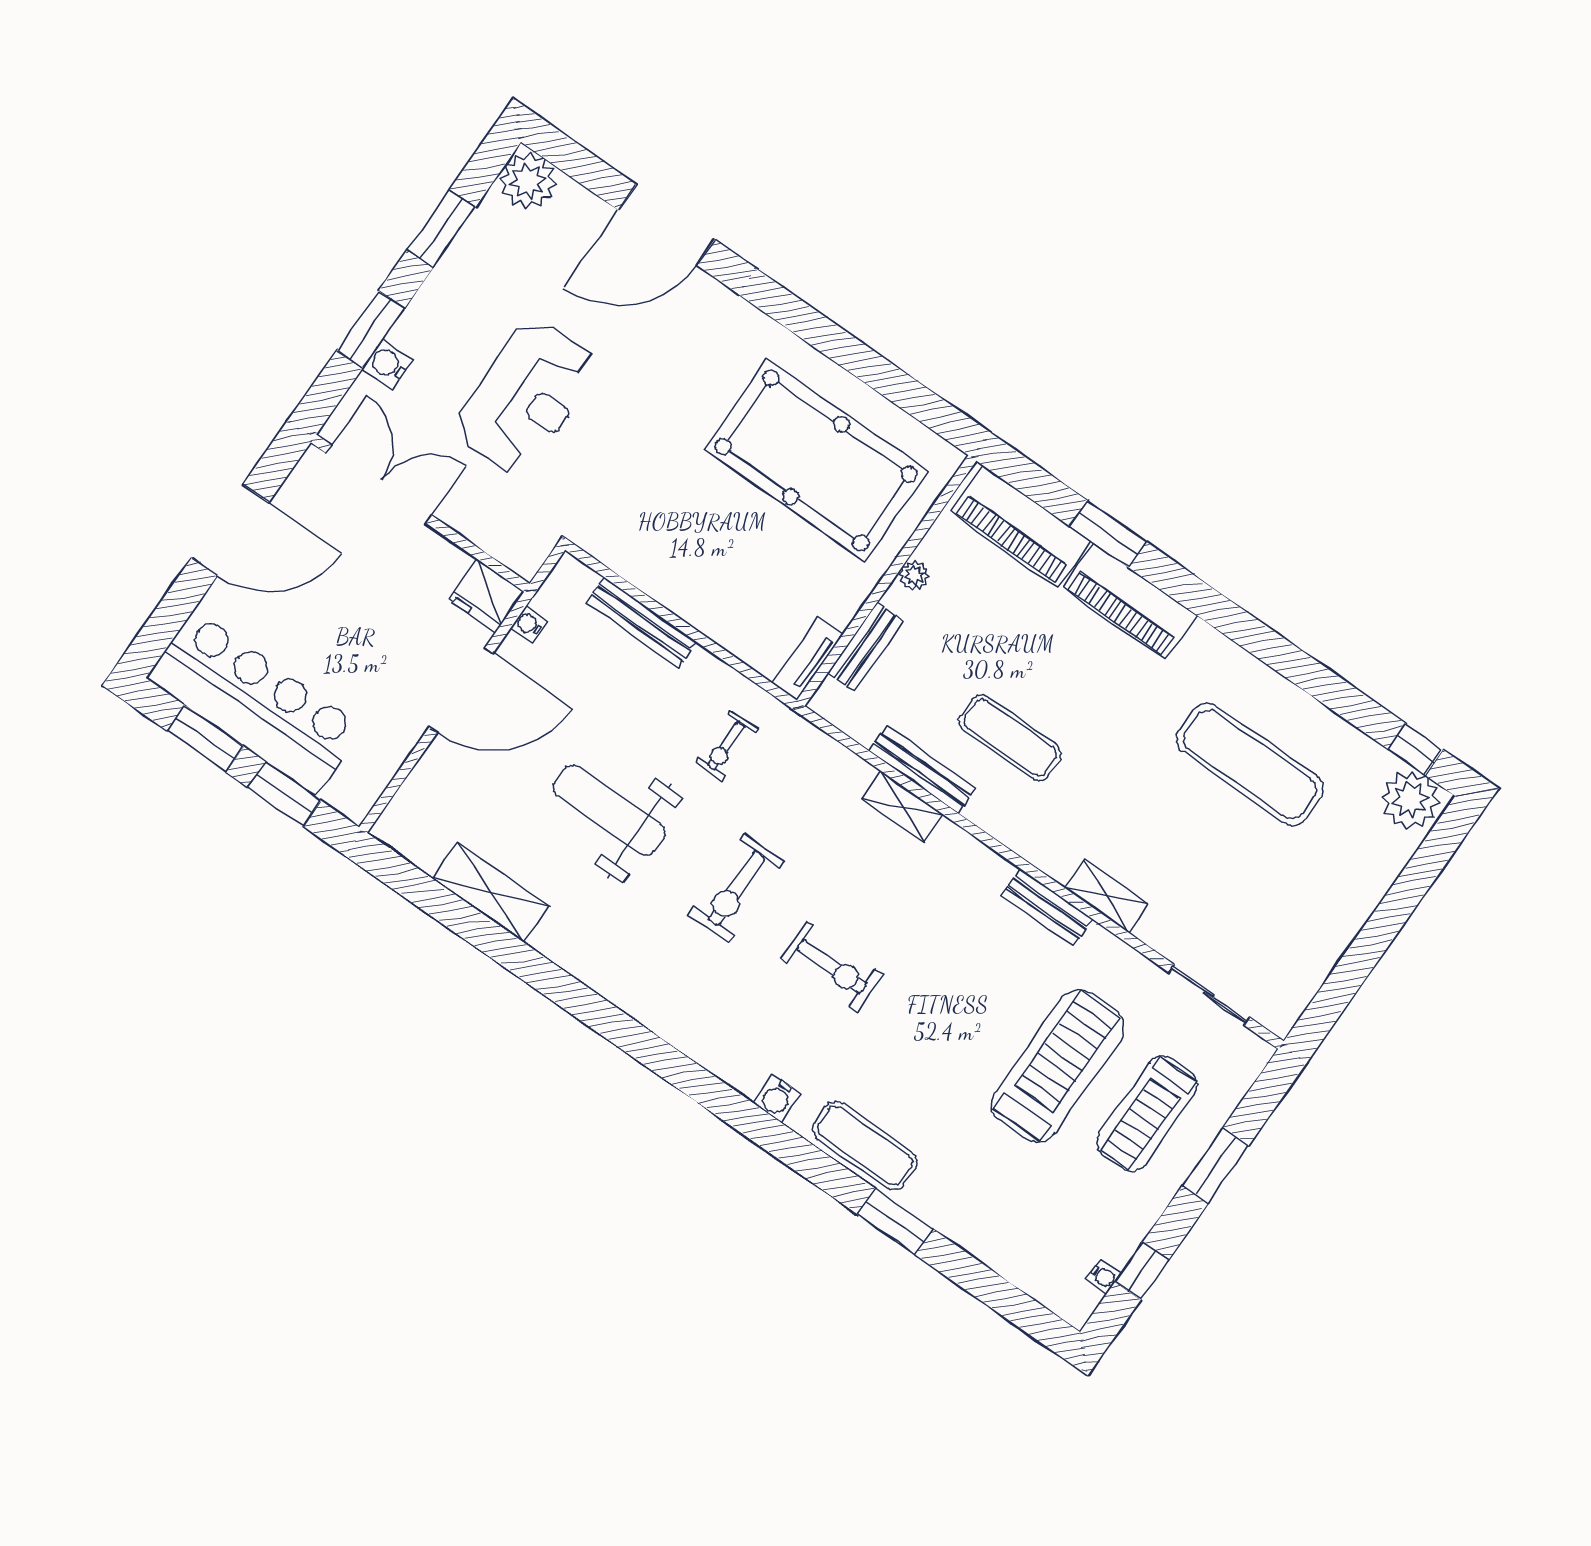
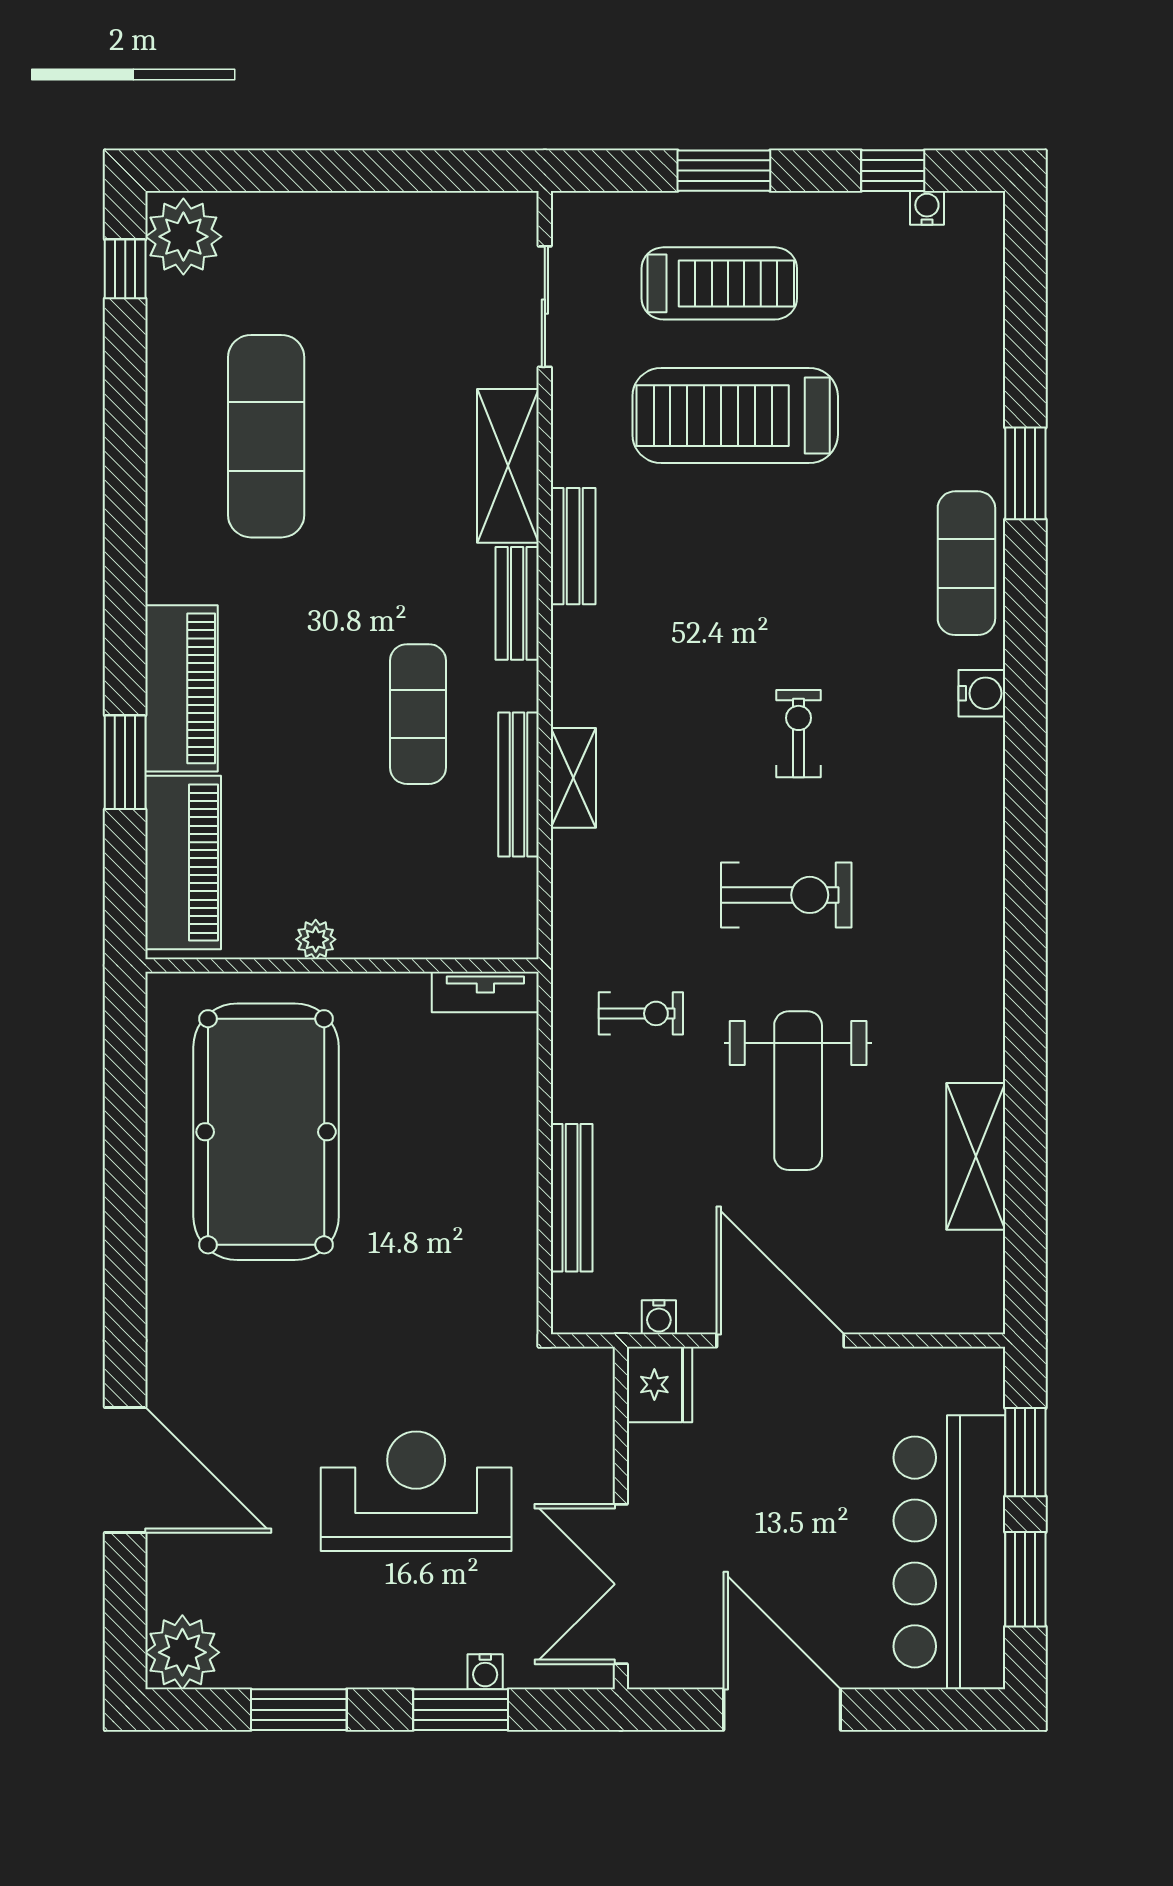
water cooler: (388, 364) -> (485, 1672), width x0.72, depth x0.72
bench: (866, 647) -> (517, 603), moved, turned 90
shelving: (1106, 896) -> (508, 466), width x1.50, depth x1.33
exercise bike: (832, 966) -> (798, 734), width x0.73, depth x0.72

